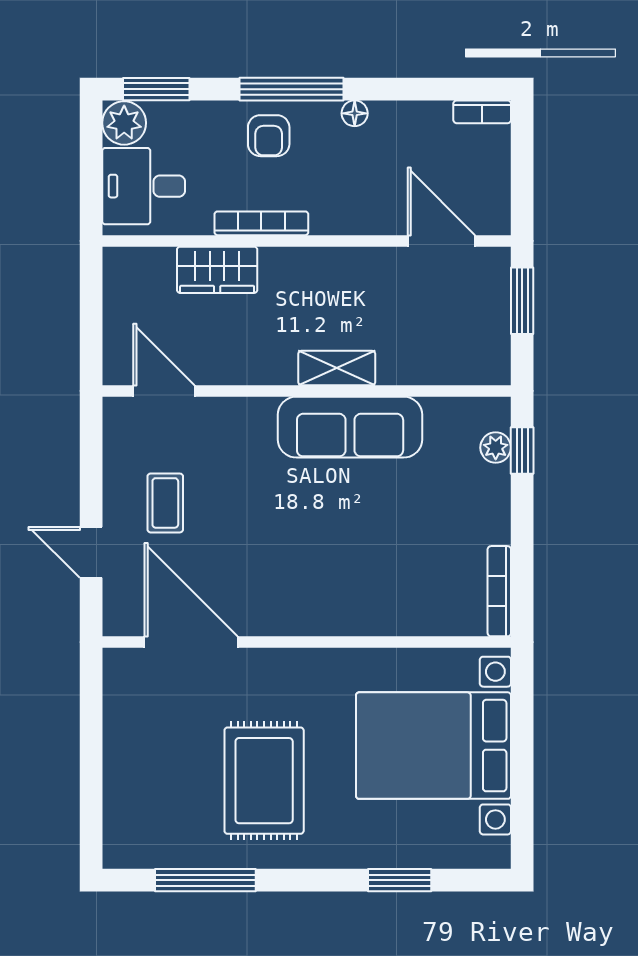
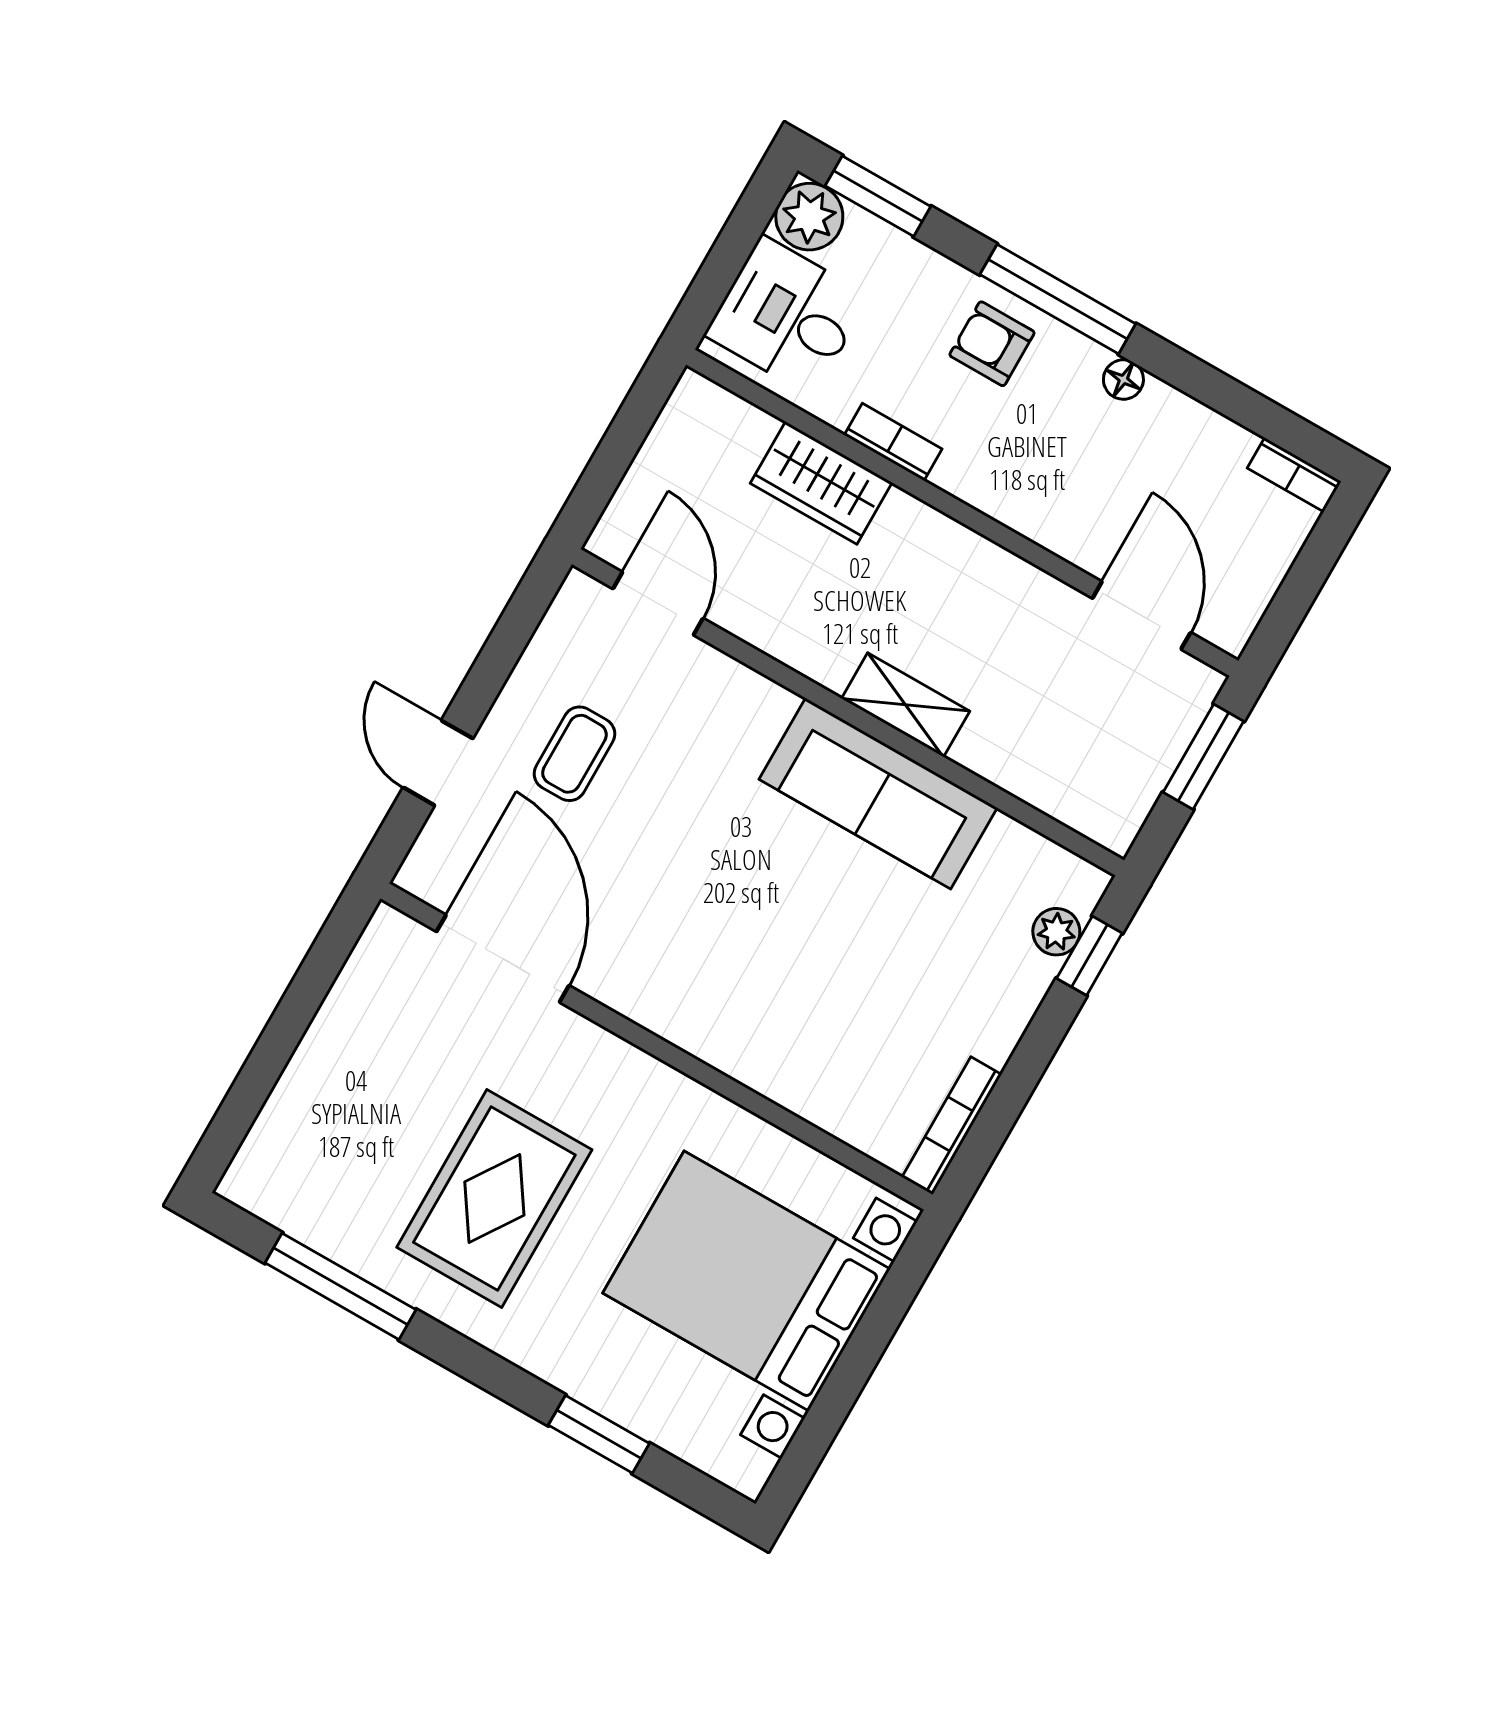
armchair: (269, 136) -> (992, 344), turned 90
bookcase: (261, 223) -> (893, 442), width x0.64

